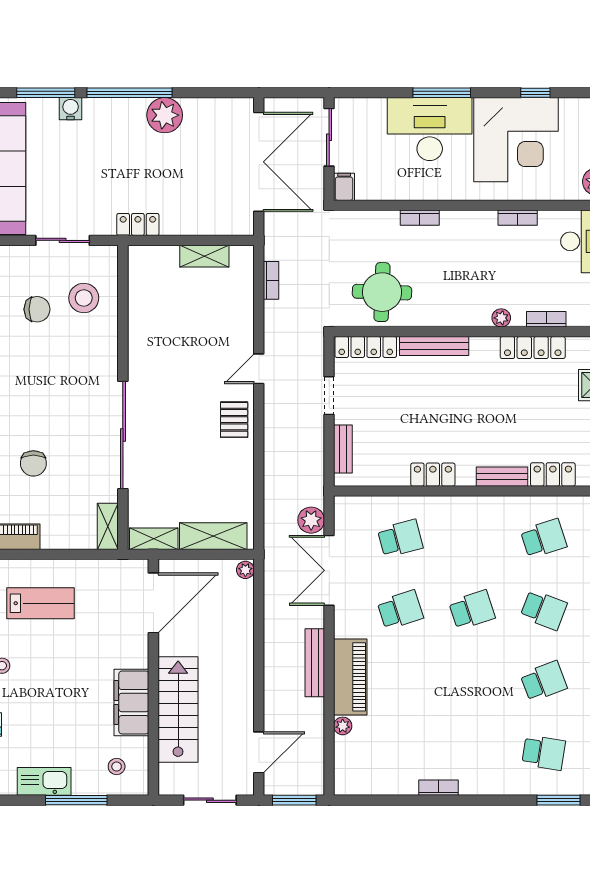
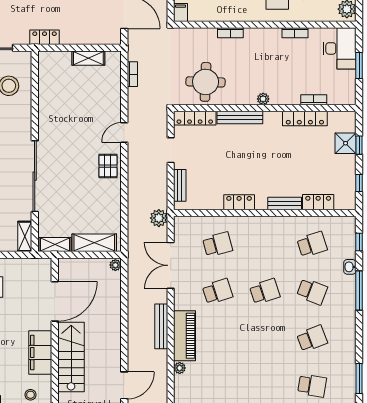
plant: (501, 318) -> (263, 99), moved
plant: (311, 520) -> (159, 218), moved
door: (153, 603) -> (55, 301), moved

